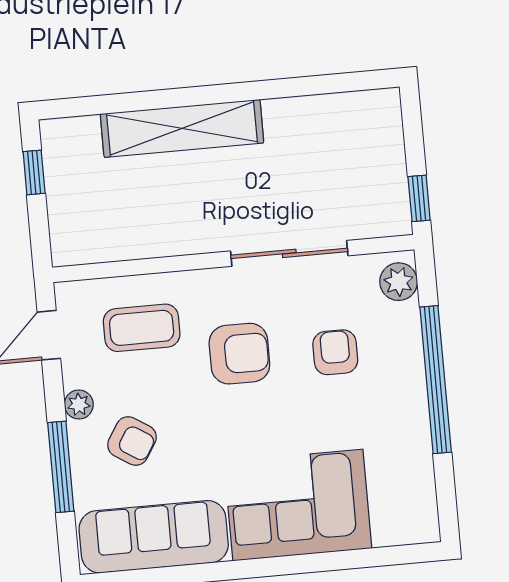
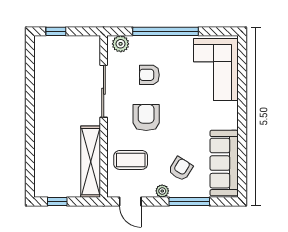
shelving: (182, 128) -> (91, 162), moved
window: (419, 198) -> (56, 31), moved
coffee table: (142, 328) -> (131, 160), turned 90
corner sofa: (298, 505) -> (216, 69), moved

